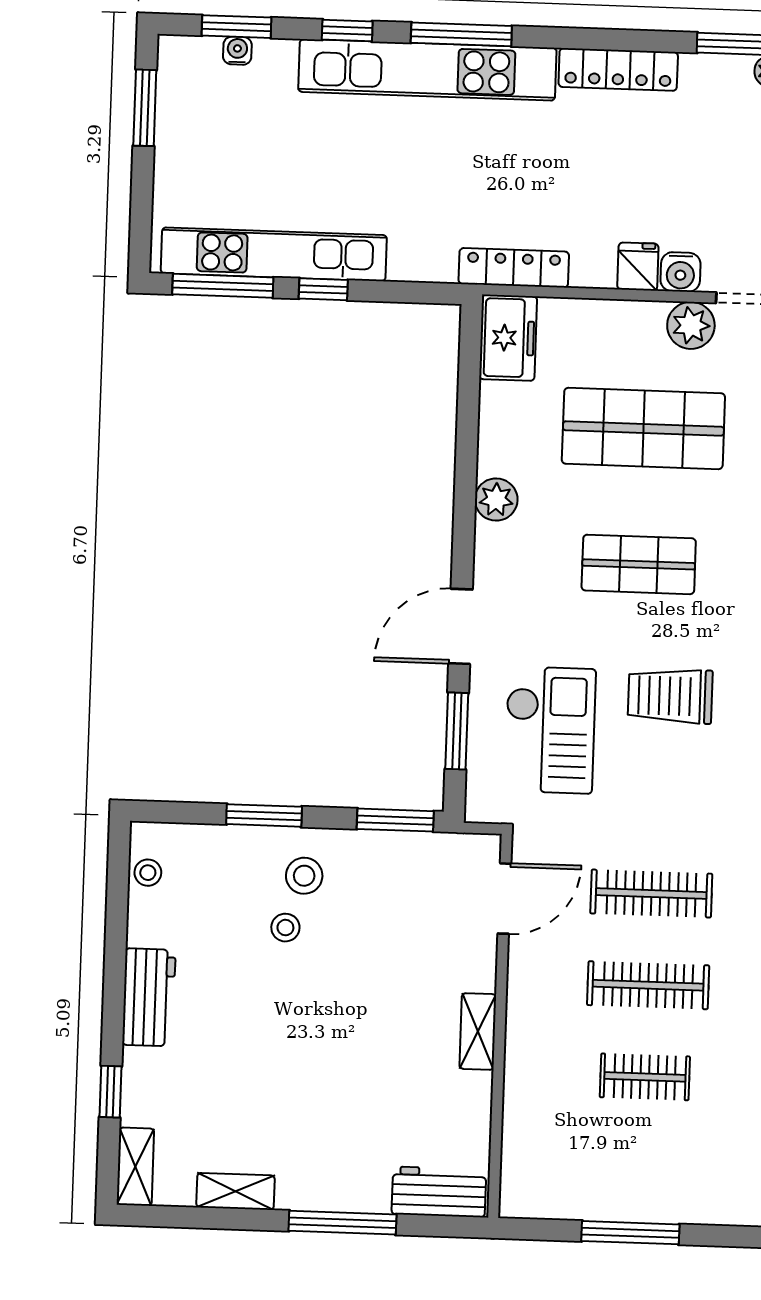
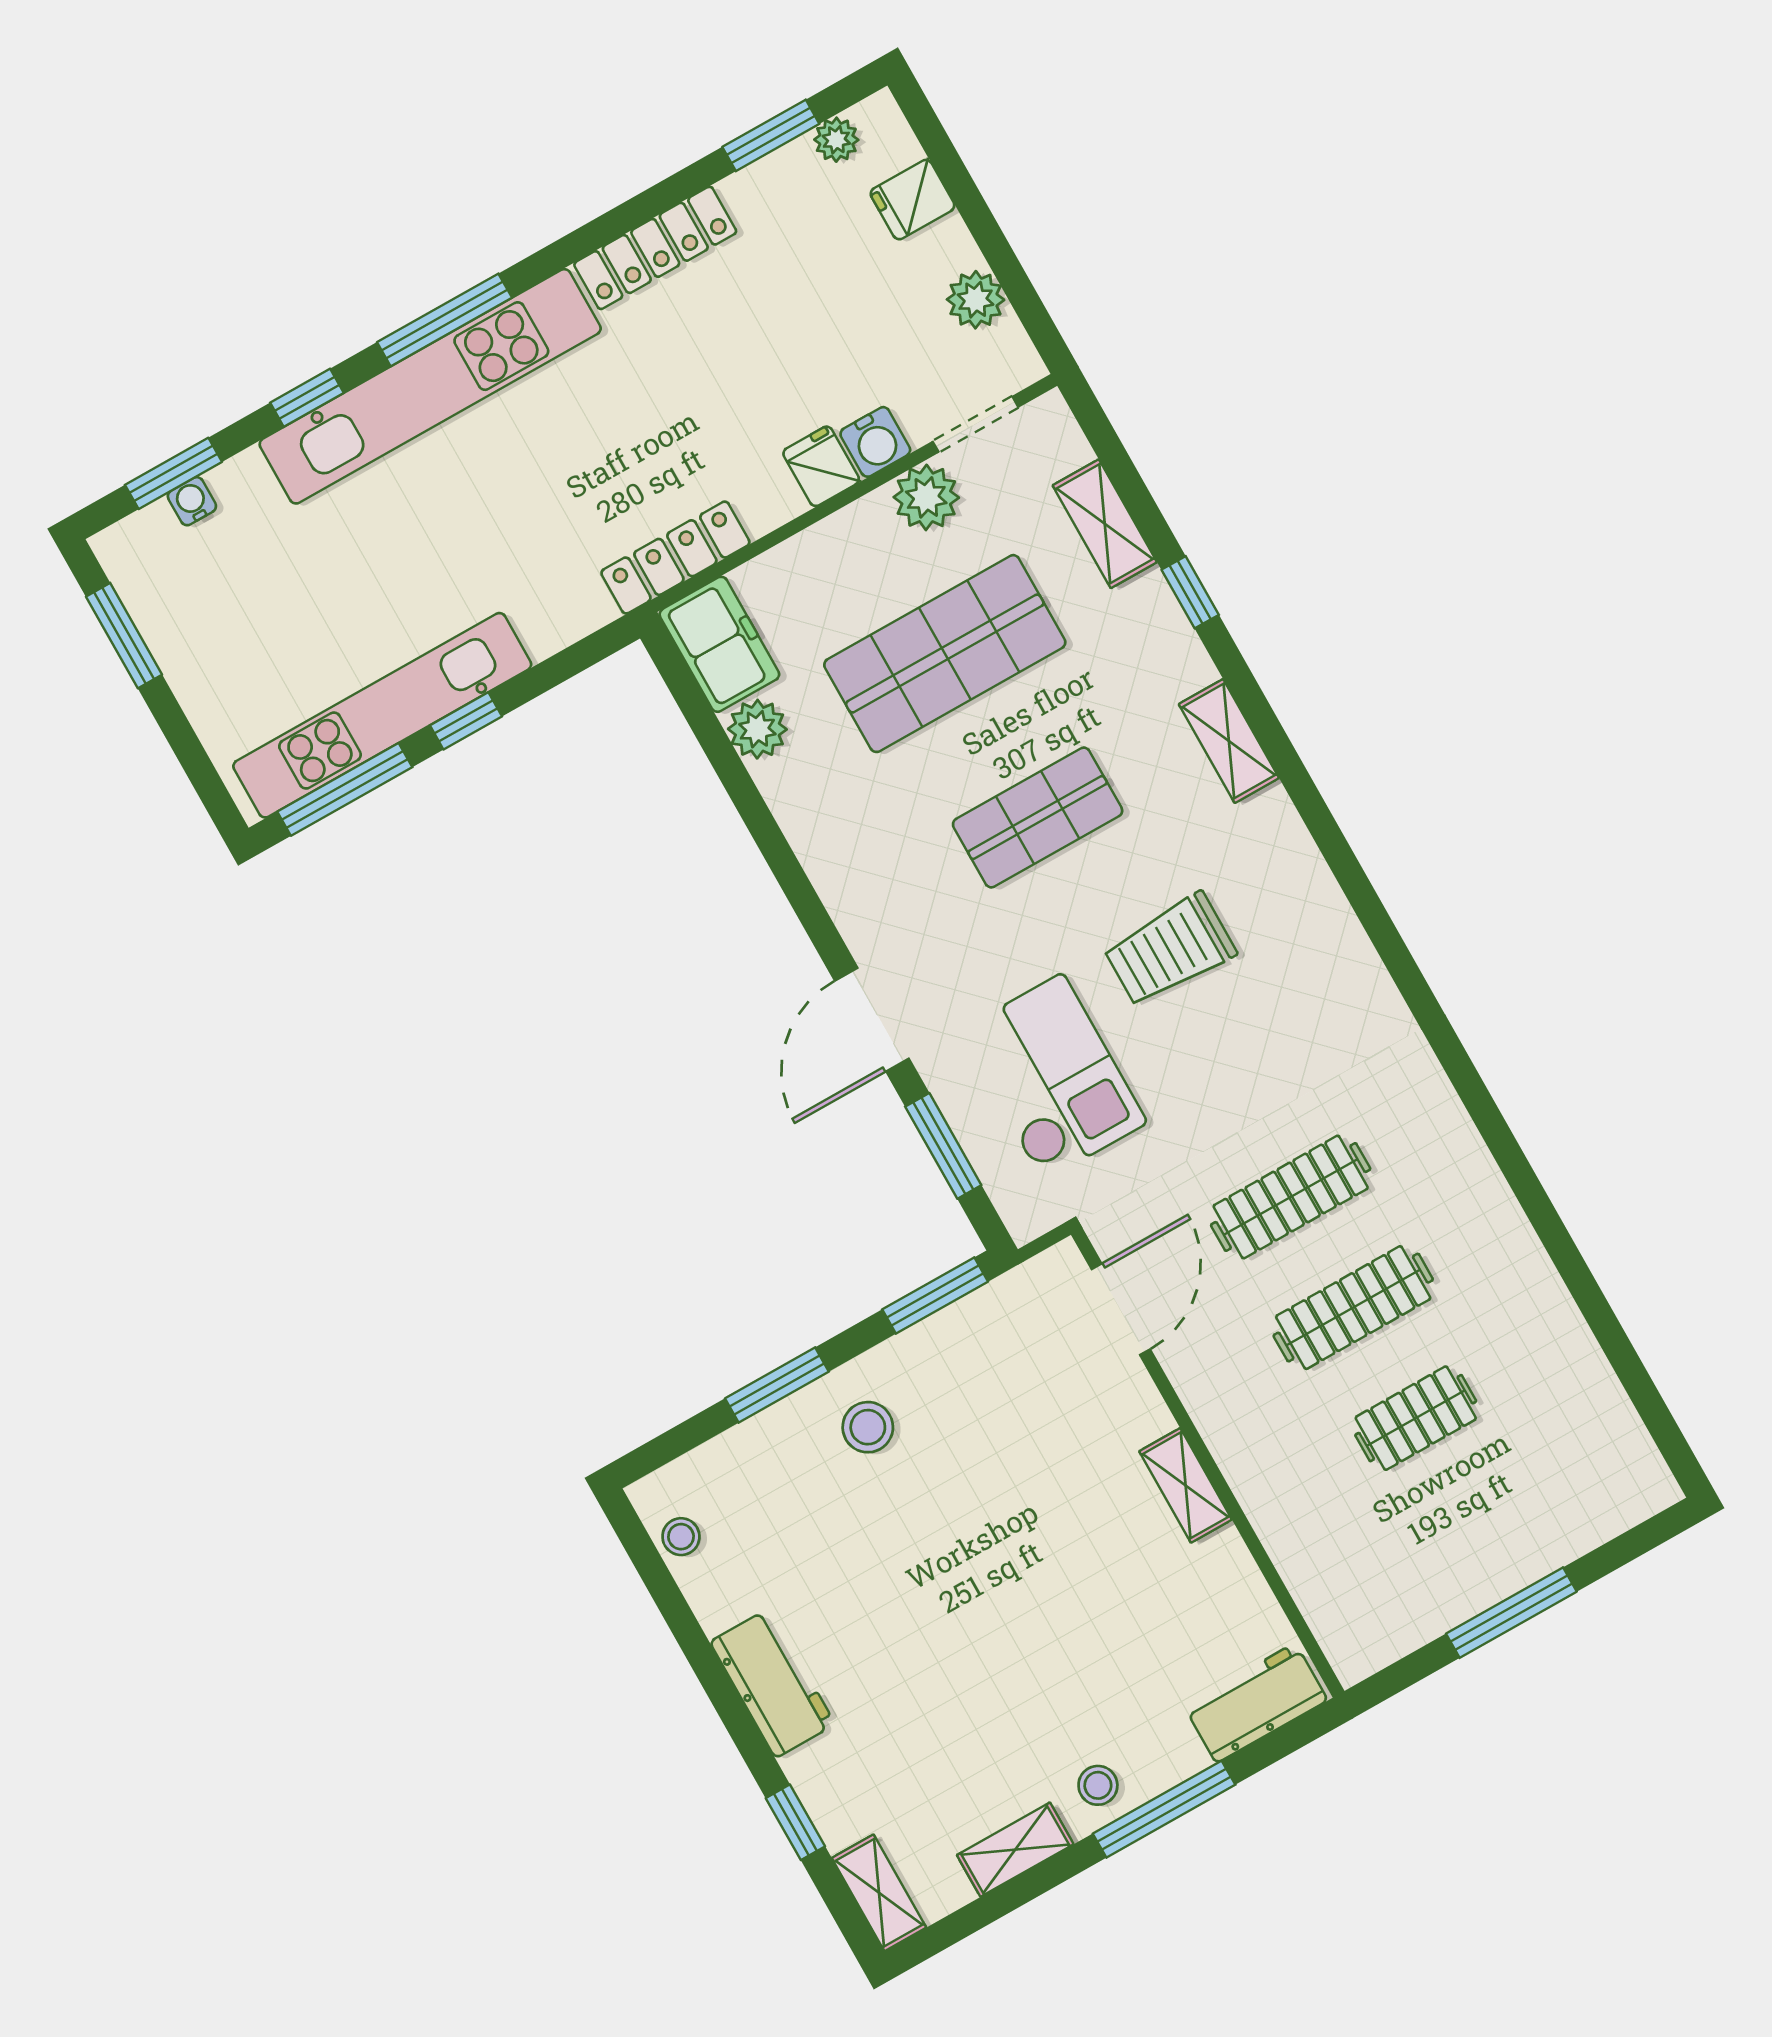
plant: (496, 500) -> (757, 729), moved
stool: (285, 928) -> (1098, 1785), moved

